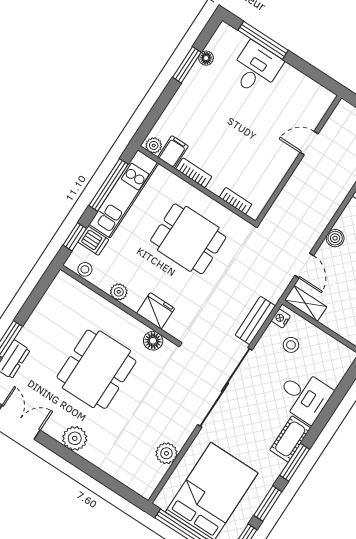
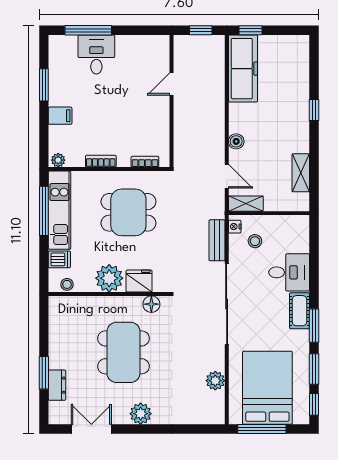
floor lamp: (206, 58) -> (55, 71), removed
filing cabinet: (173, 152) -> (60, 116), moved, turned 90
window: (75, 237) -> (44, 265), removed
plant: (119, 292) -> (109, 278), width x1.88, depth x1.88

